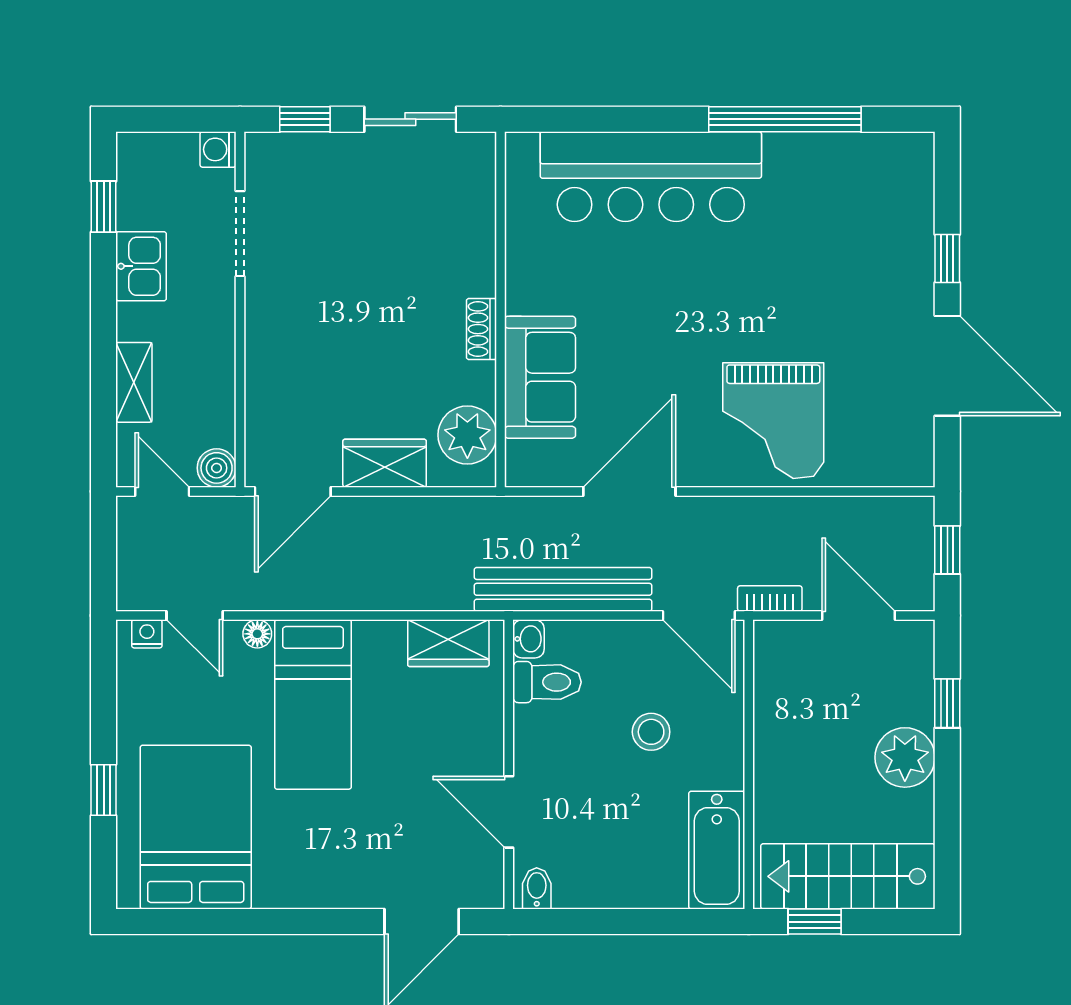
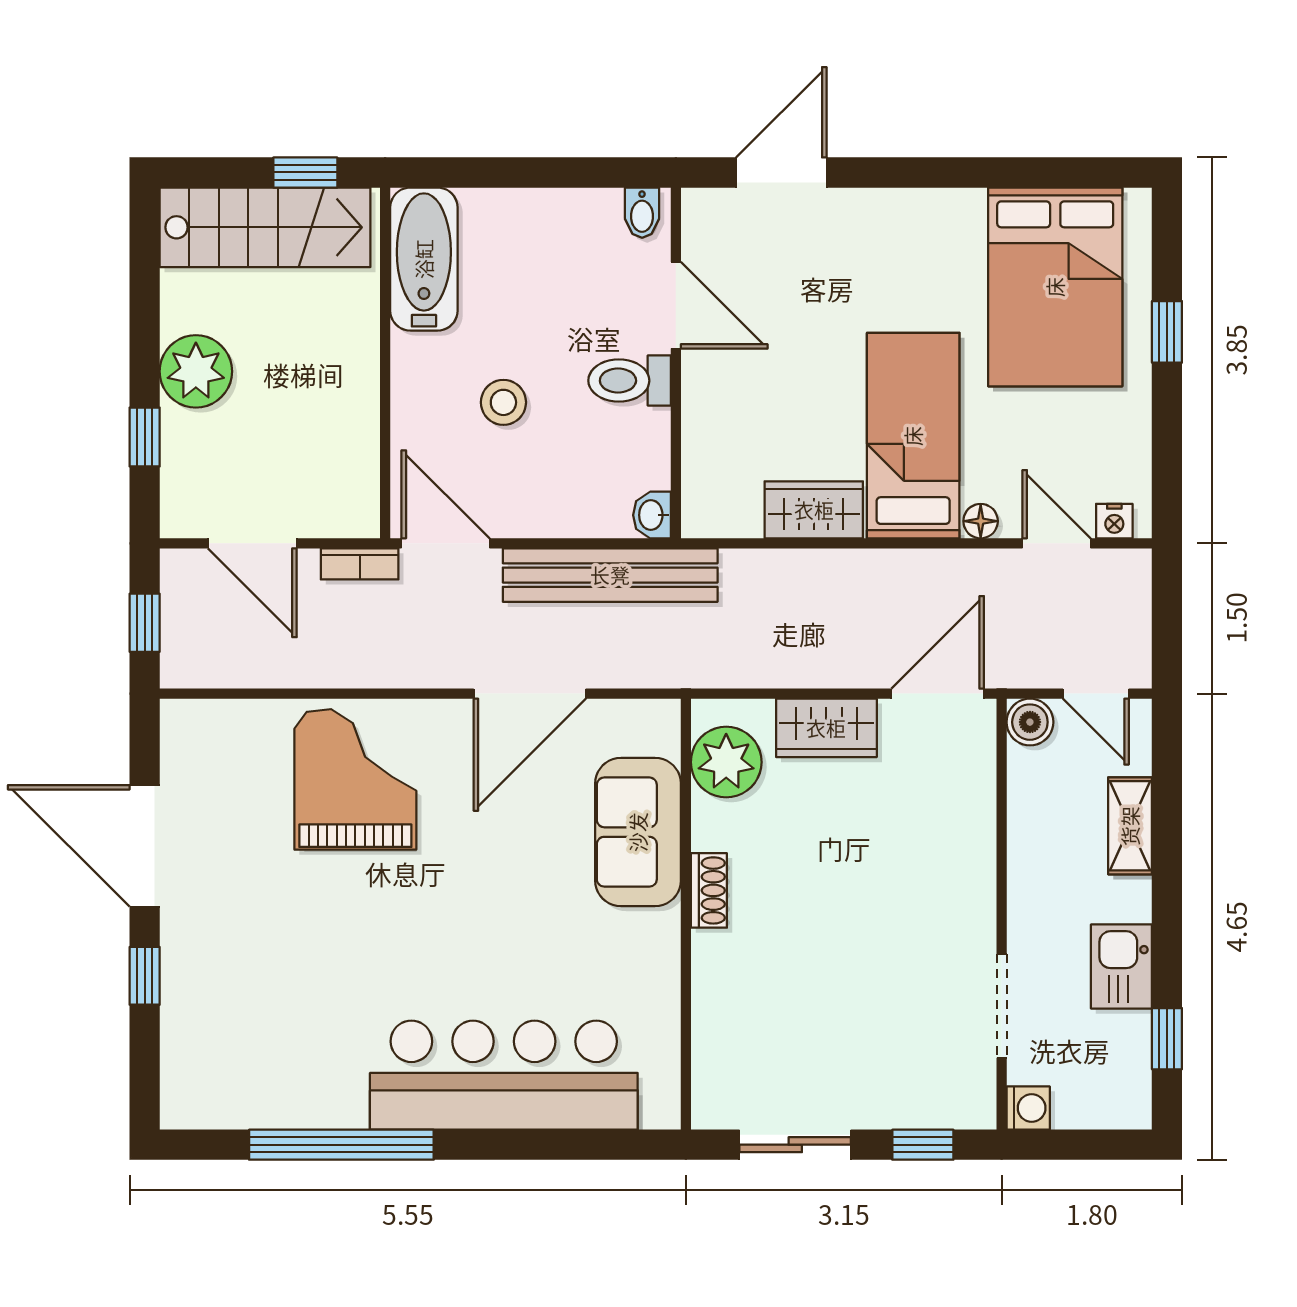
wardrobe: (448, 643) -> (814, 510), moved
toilet: (547, 682) -> (630, 381), moved

